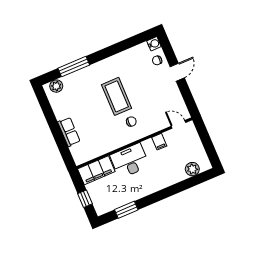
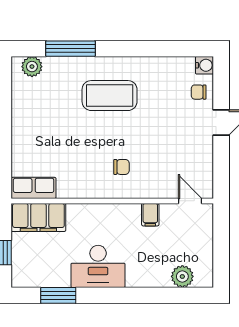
coffee table: (117, 96) -> (110, 96), moved, turned 90
row of seats: (69, 132) -> (34, 188), moved, turned -90
desk: (130, 161) -> (98, 266), moved, turned 180

